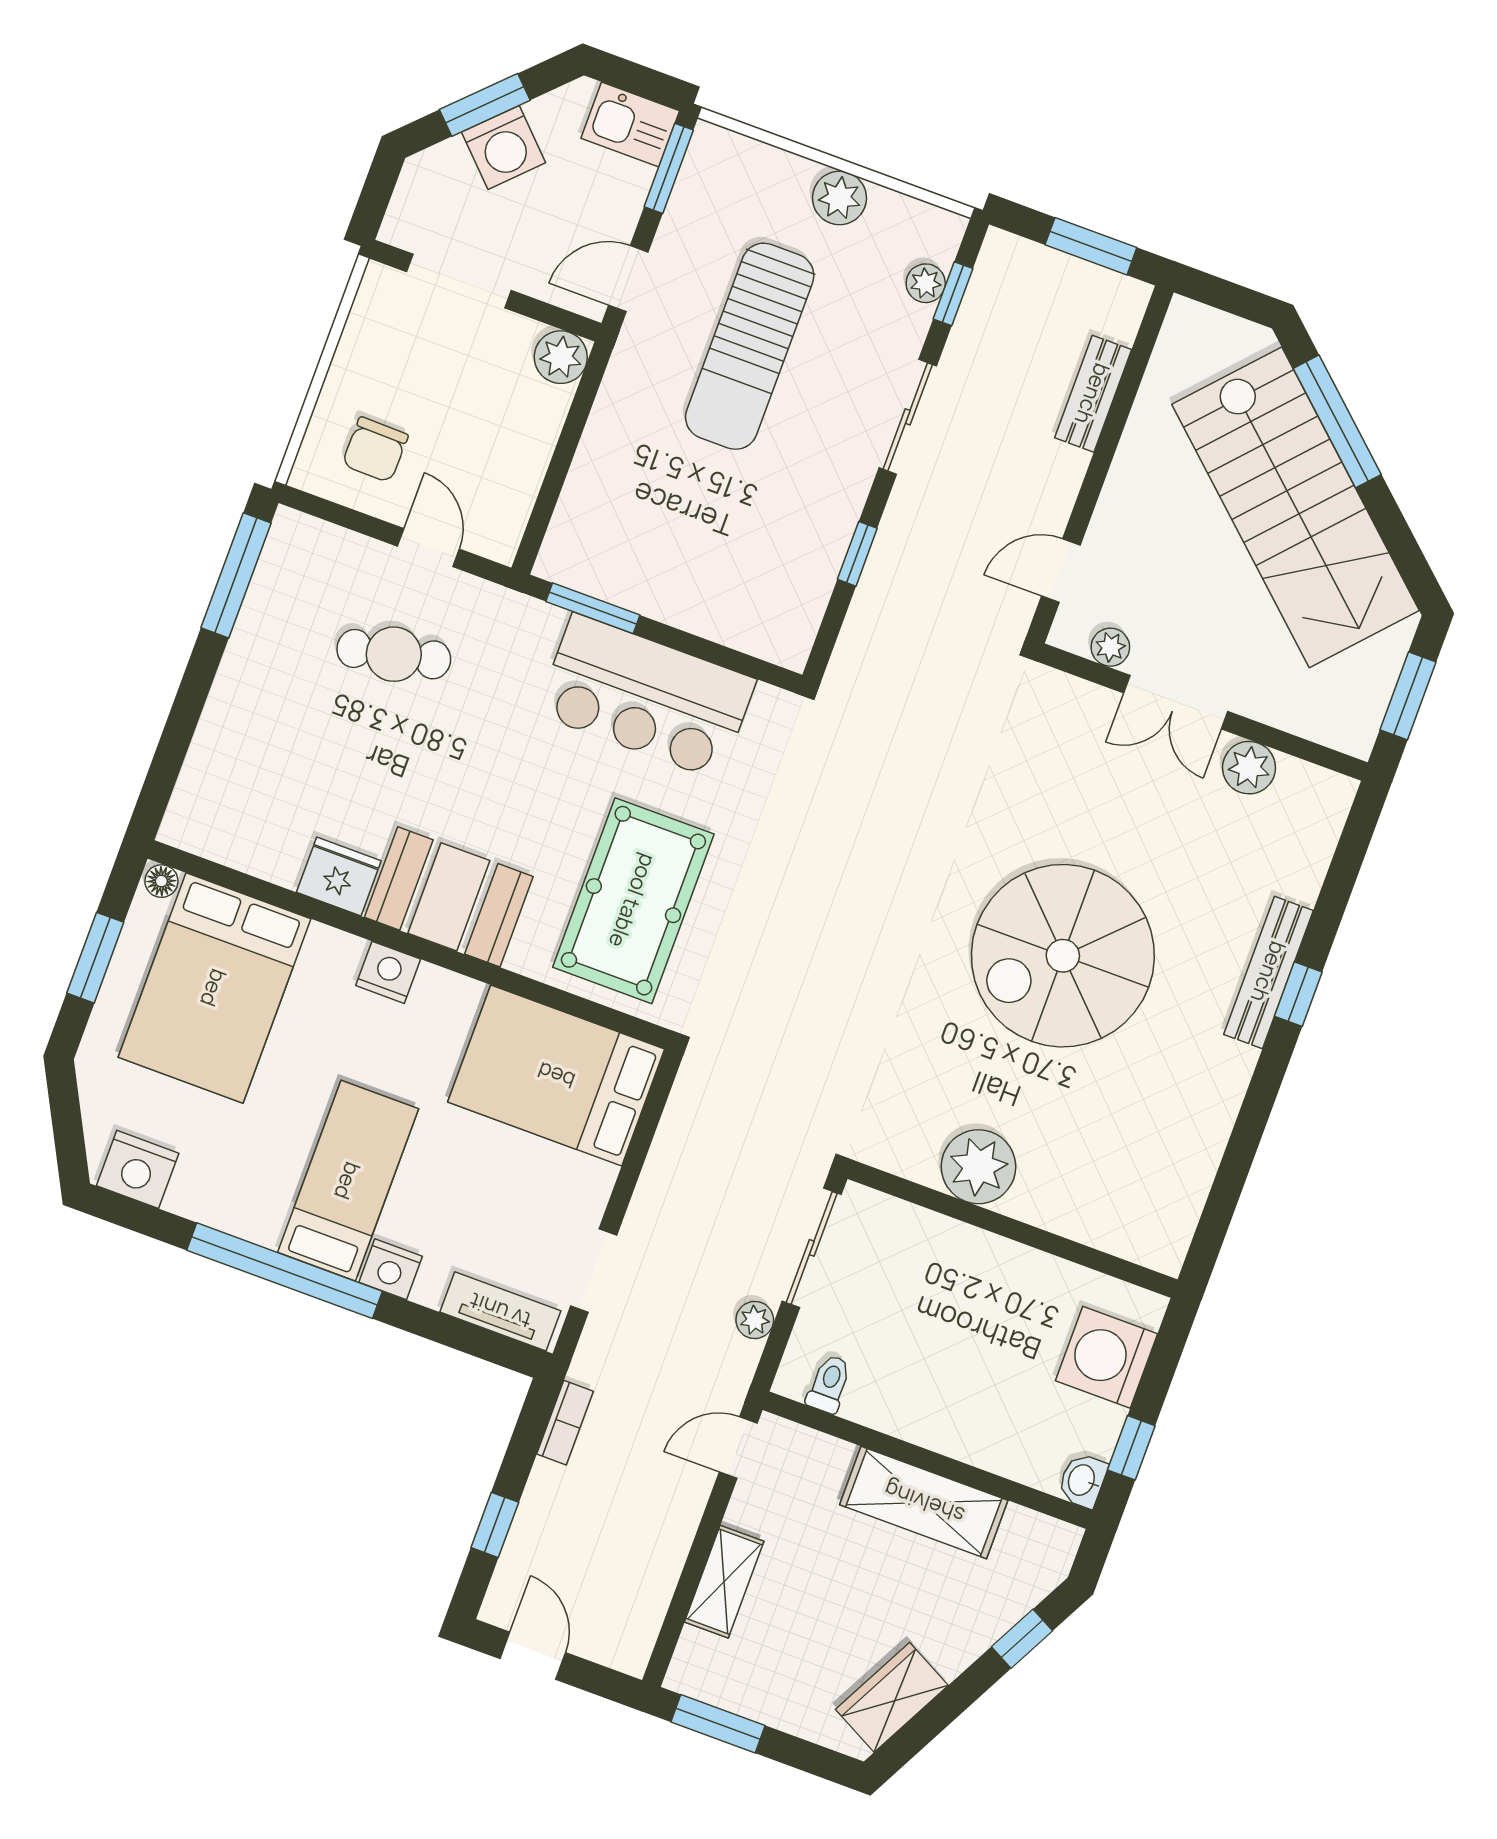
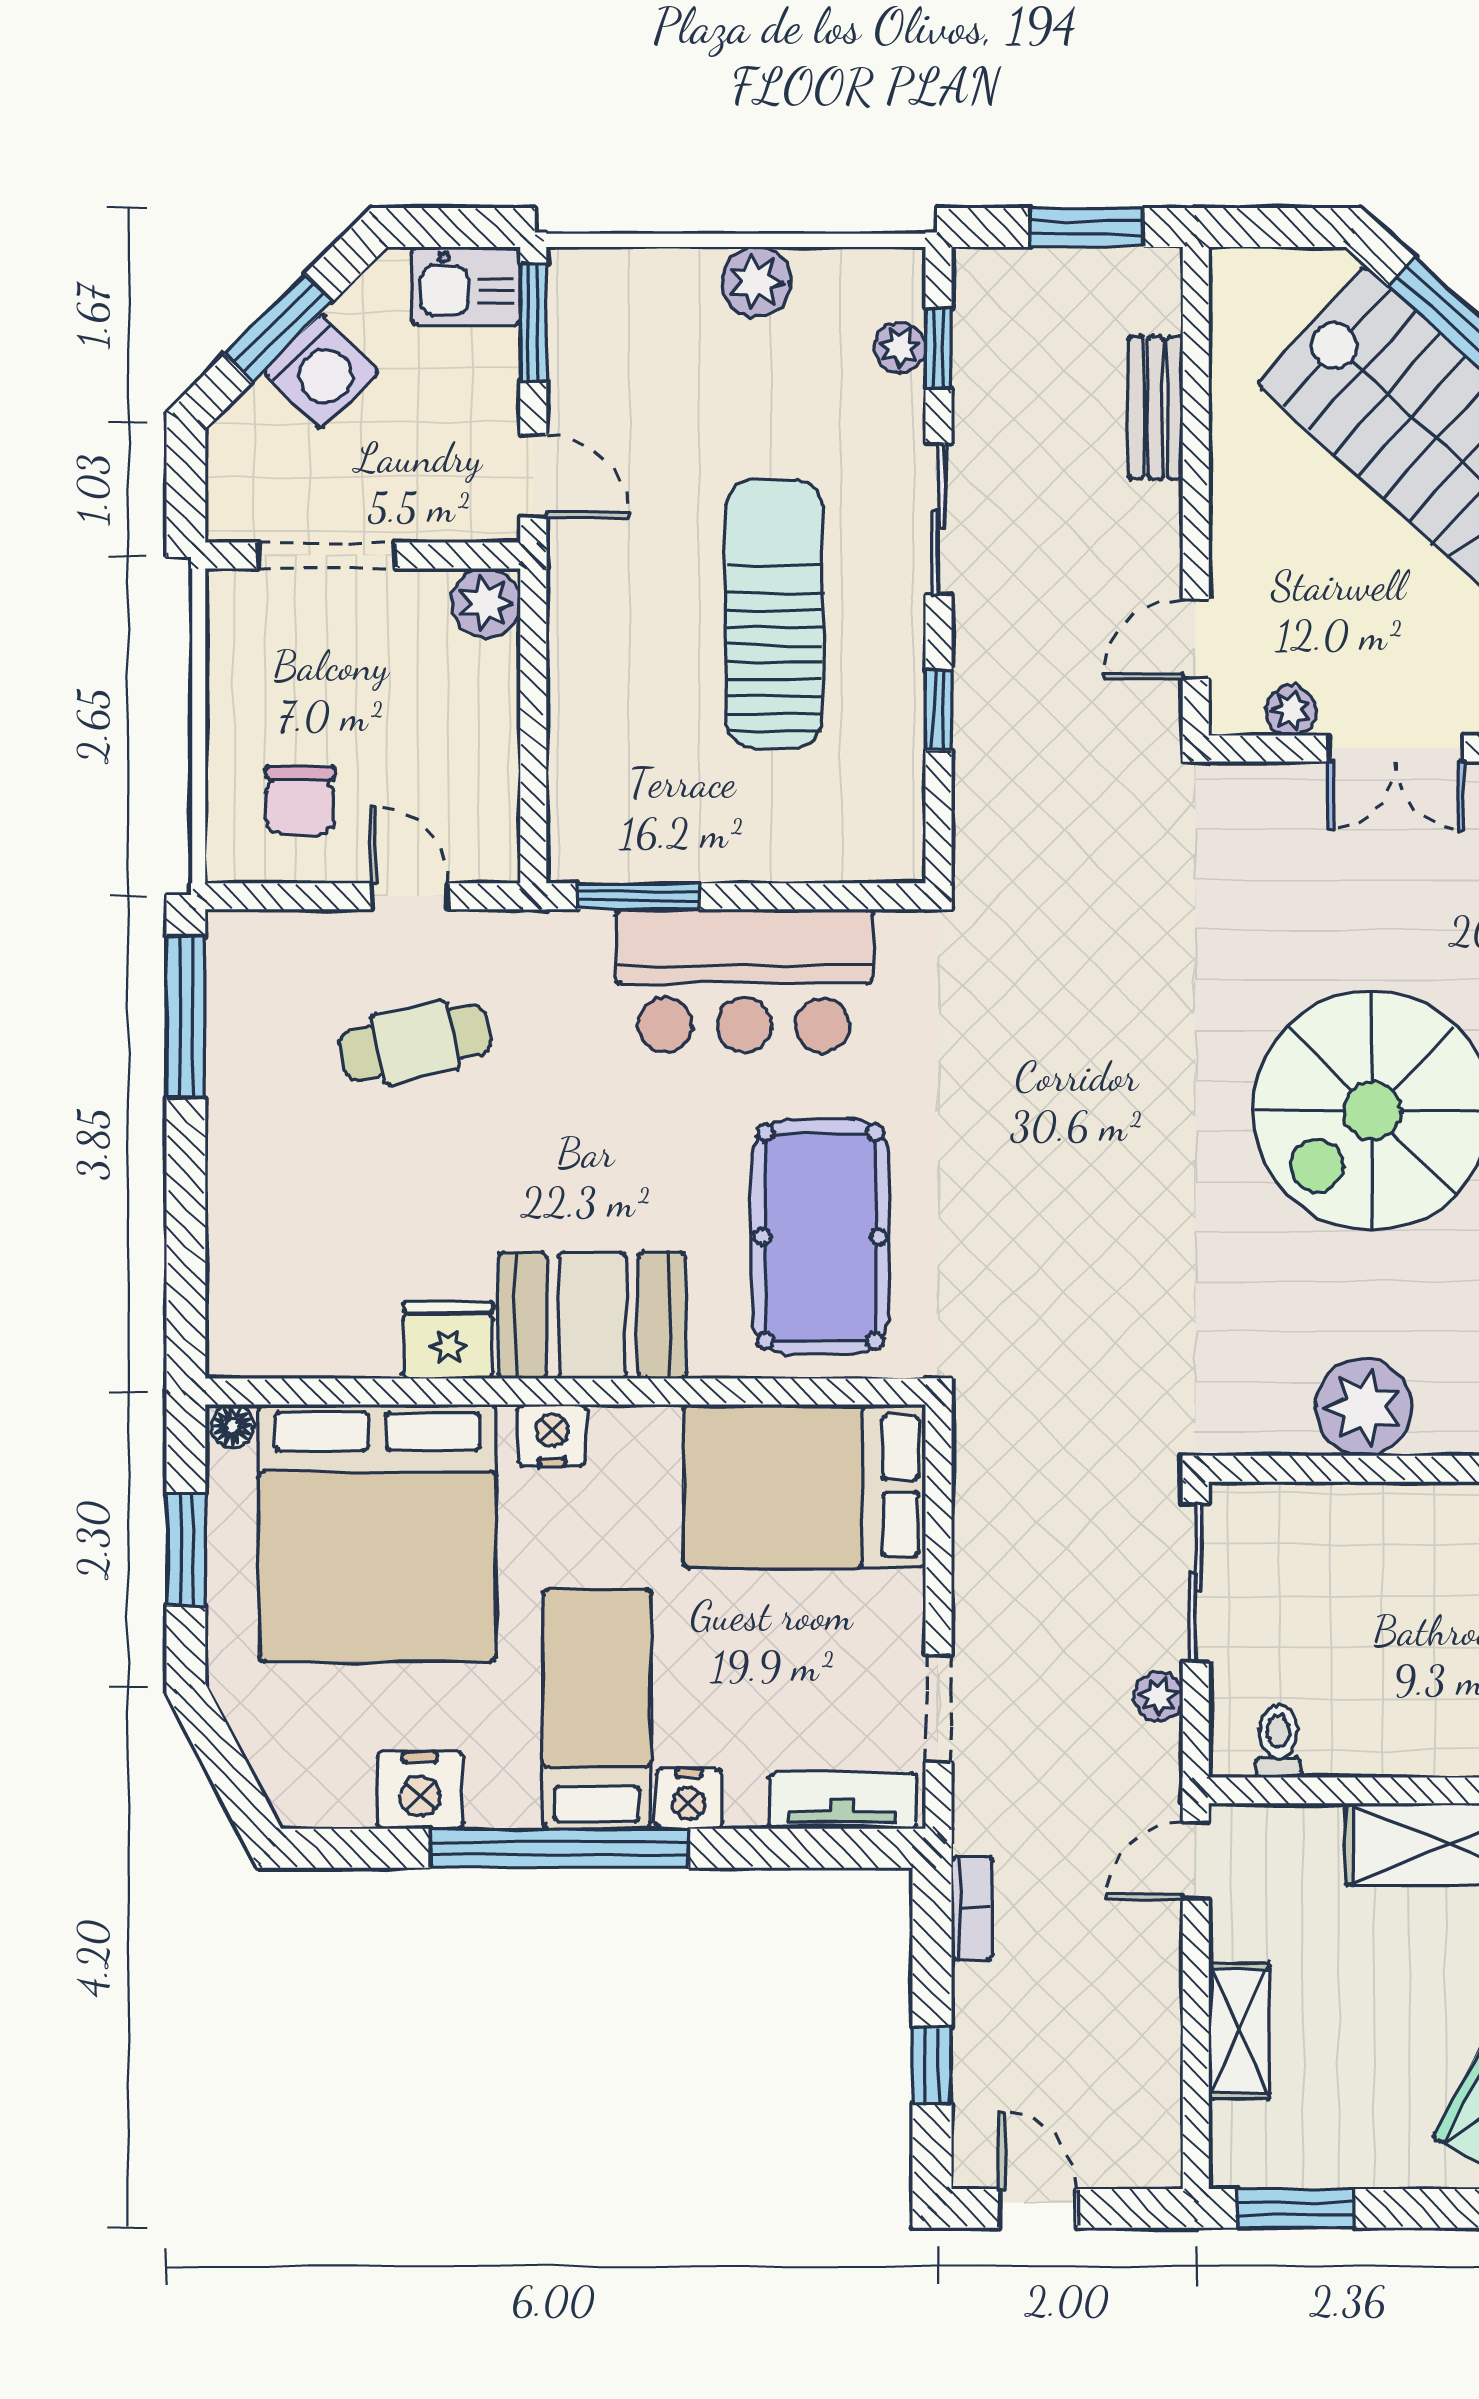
door: (628, 279) -> (533, 476), swing flipped
sun lounger: (750, 346) -> (774, 614), moved, turned 180
bed: (214, 988) -> (377, 1533), width x1.36
nightstand: (138, 1169) -> (420, 1790), moved

